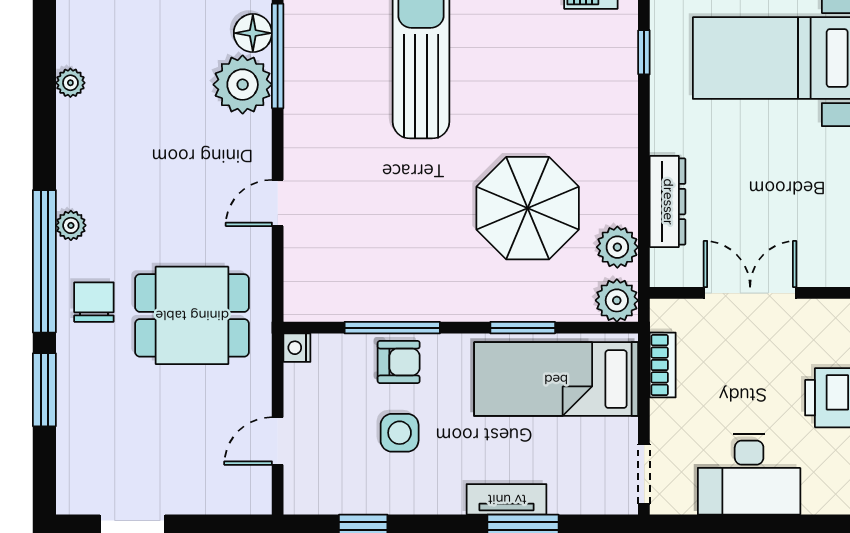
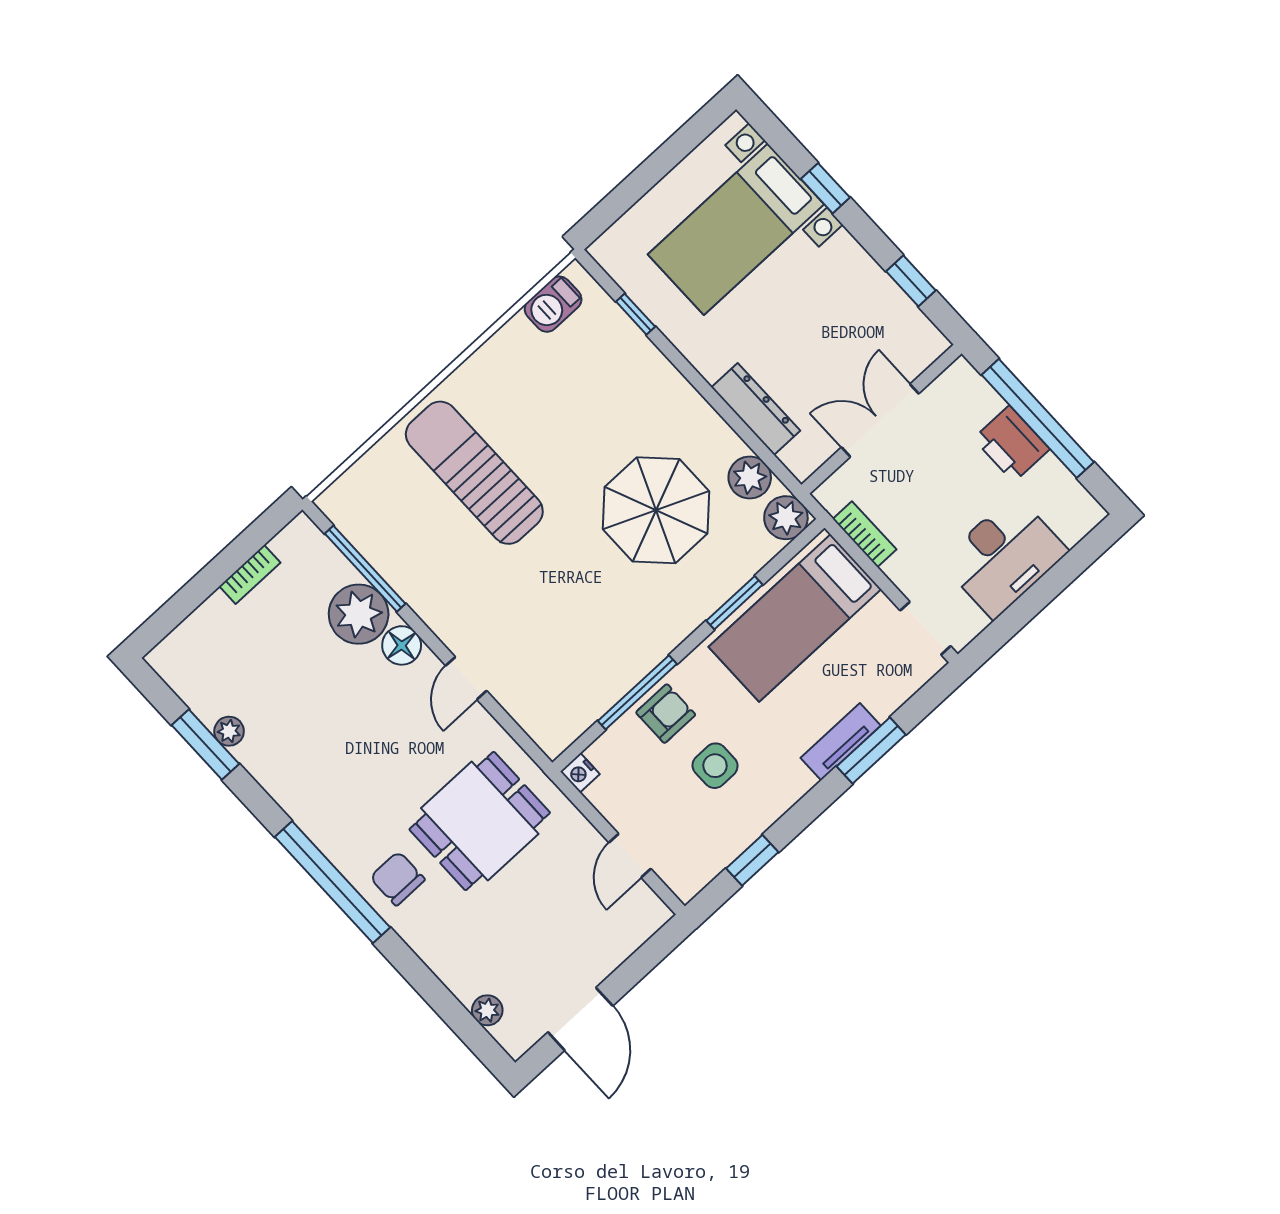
floor lamp: (253, 33) -> (402, 645), moved
plant: (71, 225) -> (487, 1010), moved
window: (44, 390) -> (205, 745), moved

